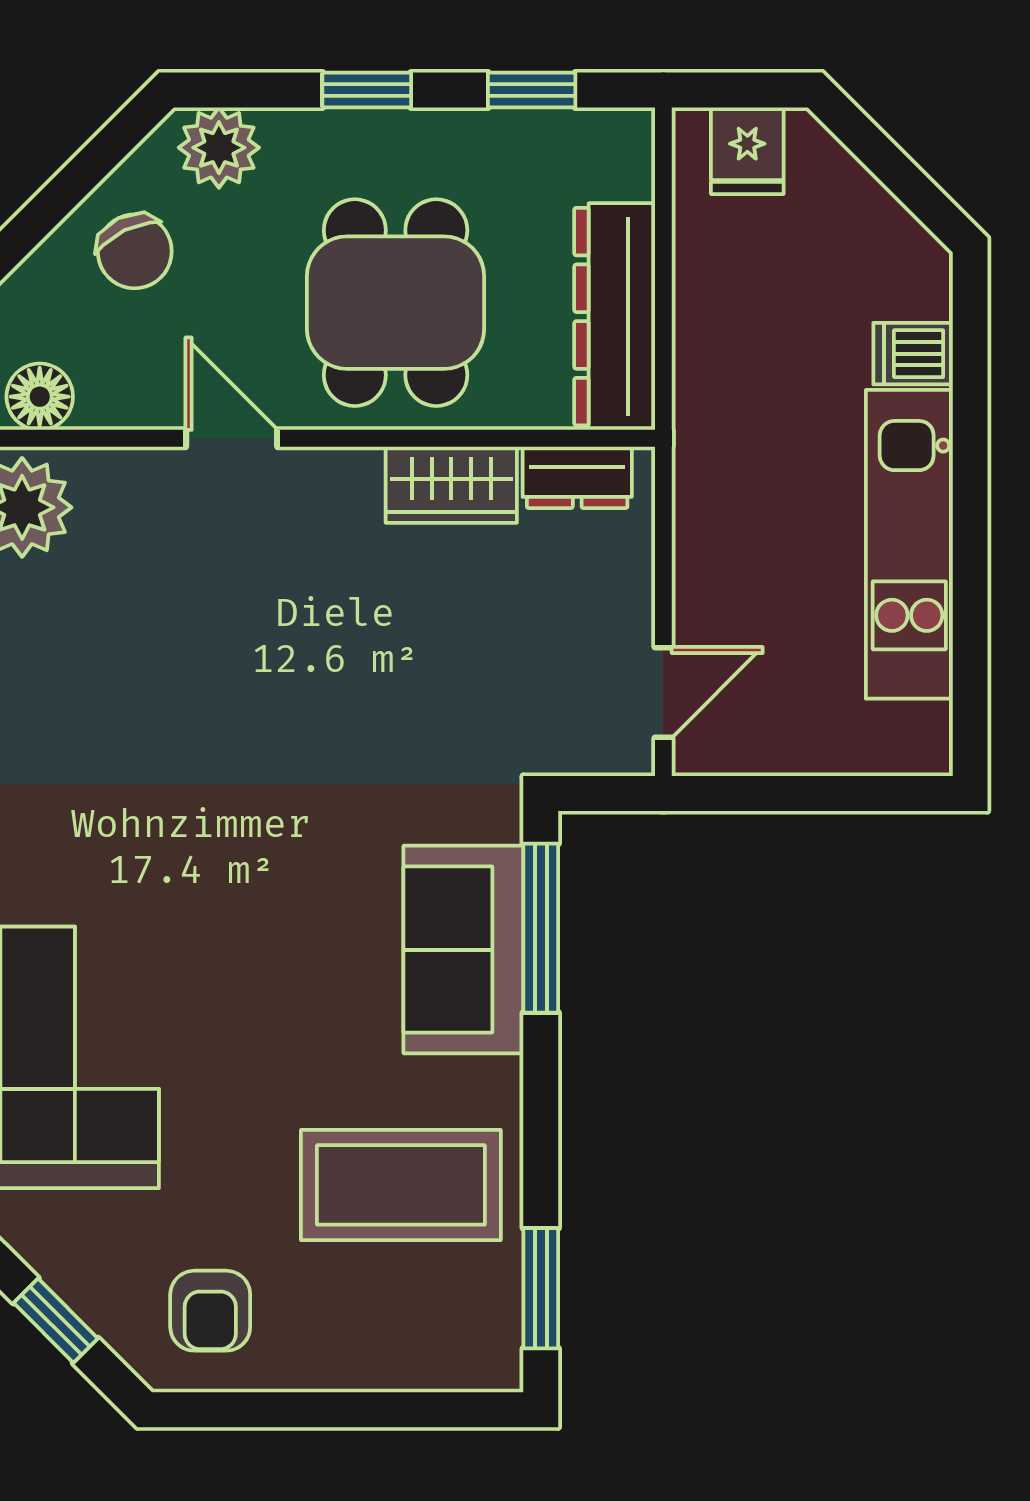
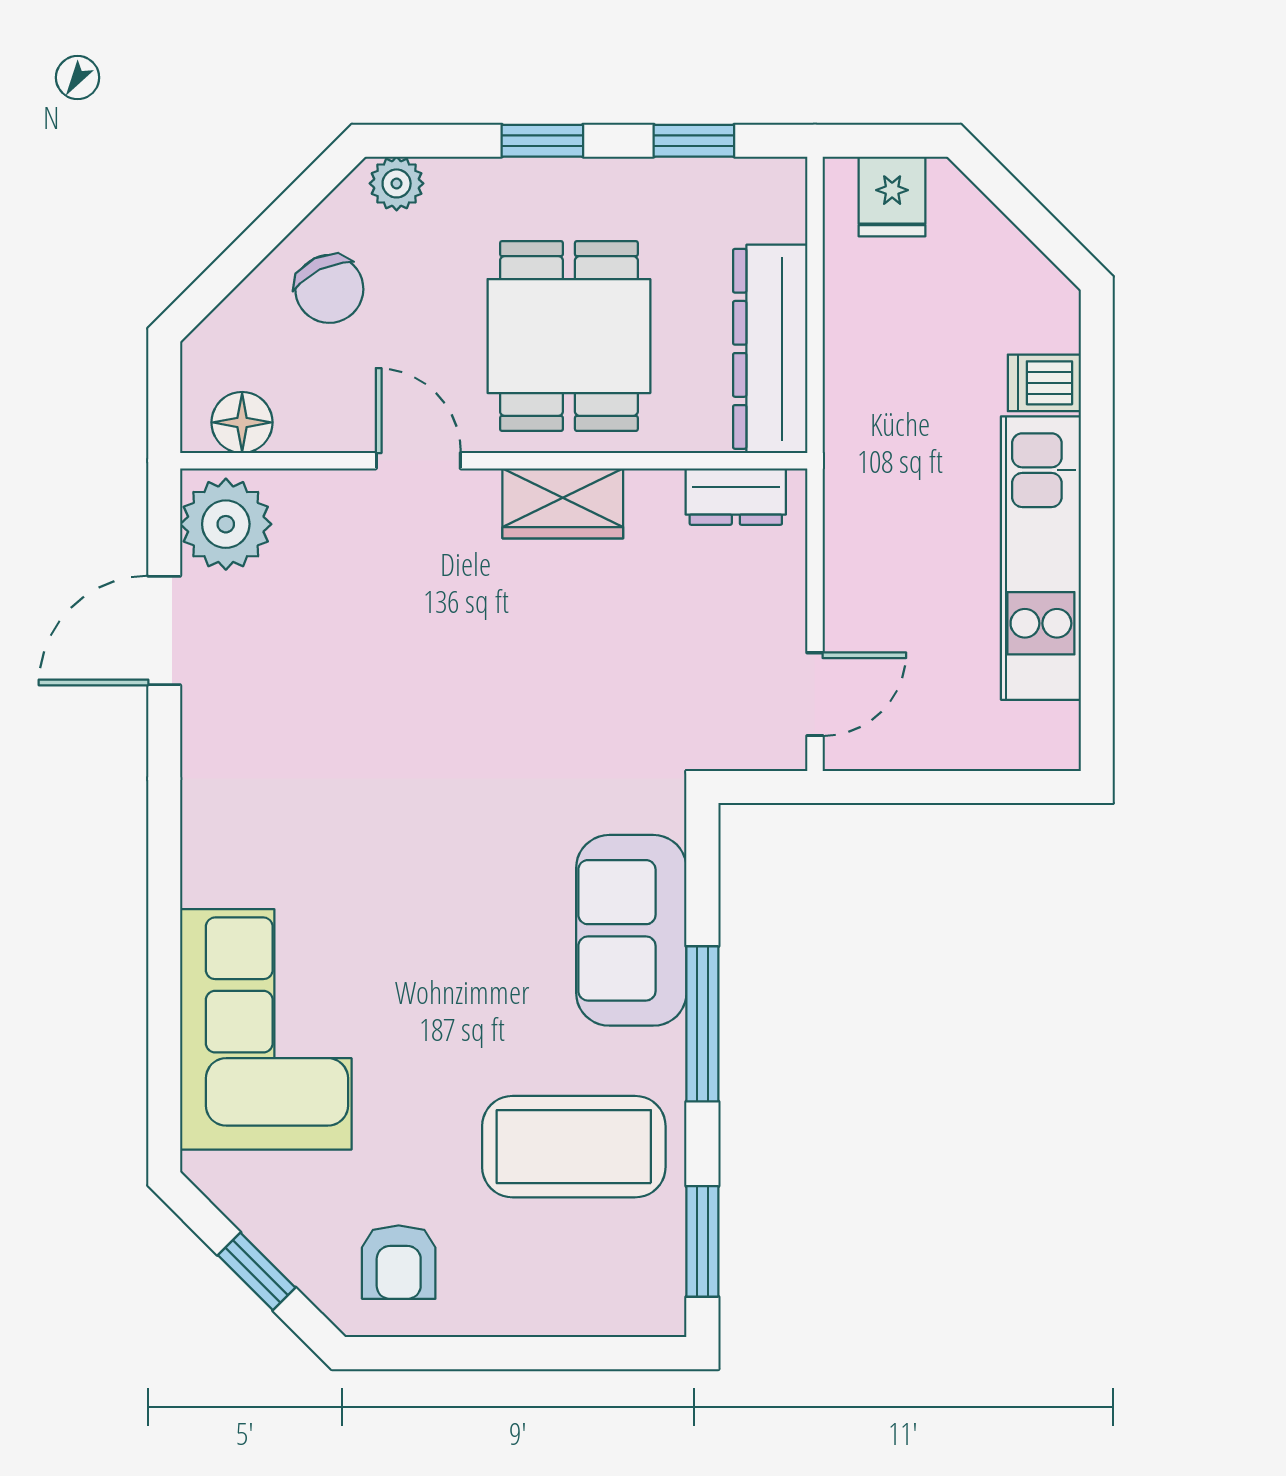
plant: (219, 148) -> (397, 183), width x0.73, depth x0.73
wardrobe: (451, 485) -> (563, 503), moved
window: (541, 928) -> (702, 1024), moved

